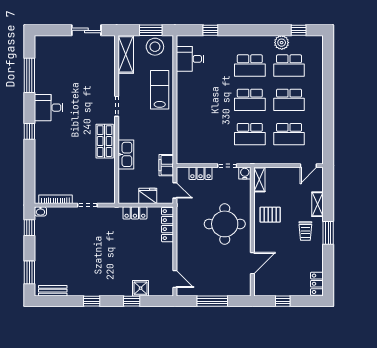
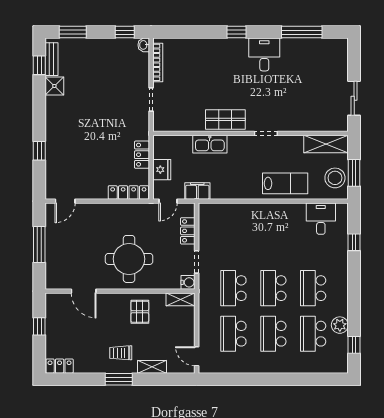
shower: (141, 288) -> (54, 86), moved
window: (92, 301) -> (39, 65), moved

